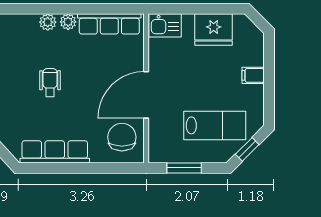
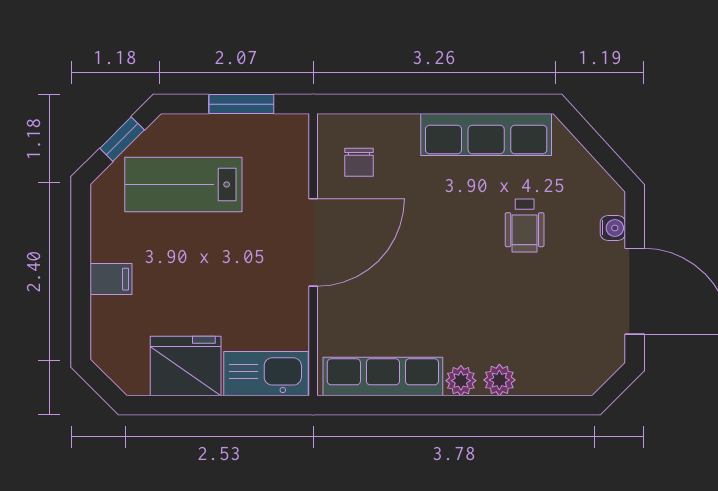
kitchen sink: (165, 25) -> (266, 374), width x1.38
wheelchair: (50, 83) -> (525, 225), moved
chair: (122, 137) -> (359, 162), width x0.54, depth x0.54

